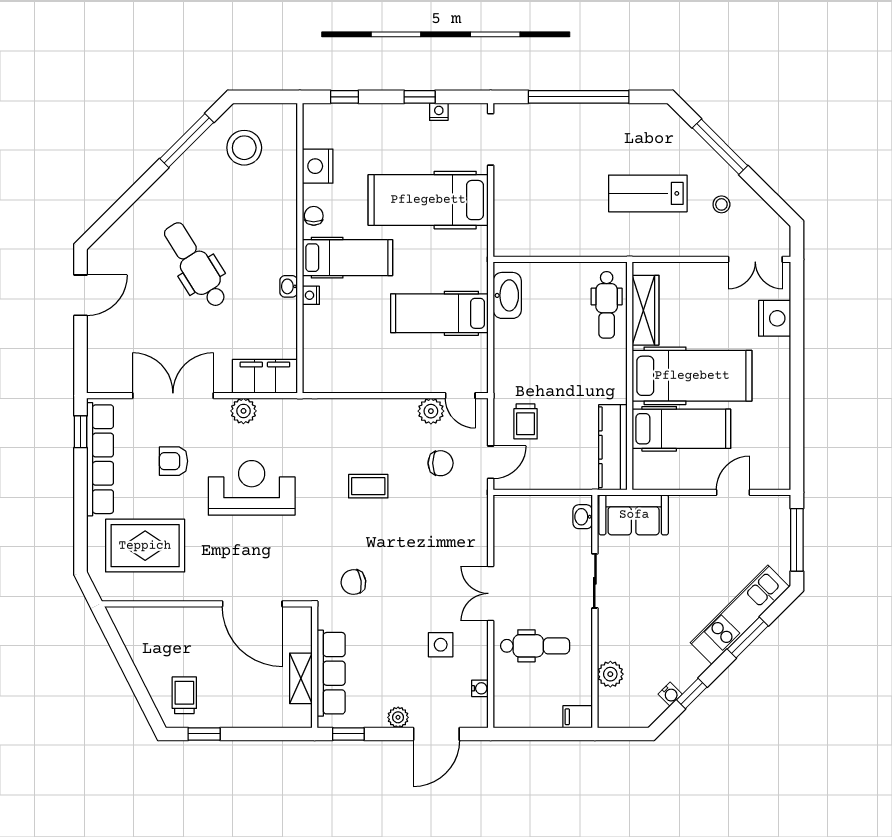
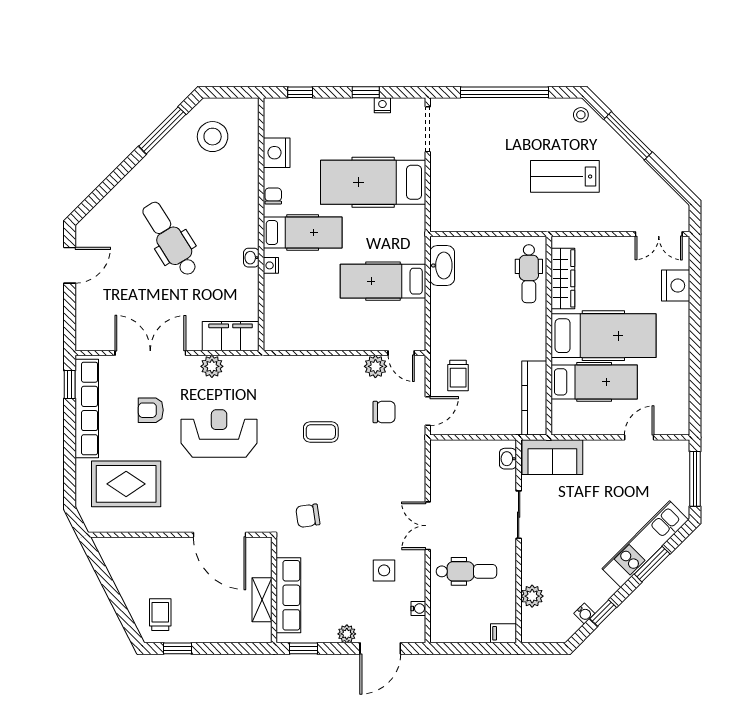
stool: (721, 204) -> (581, 115), moved

